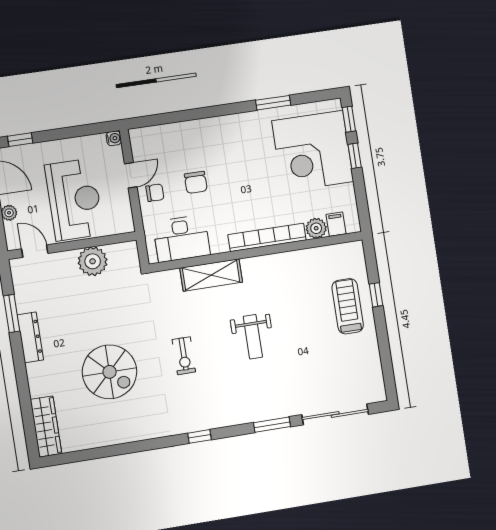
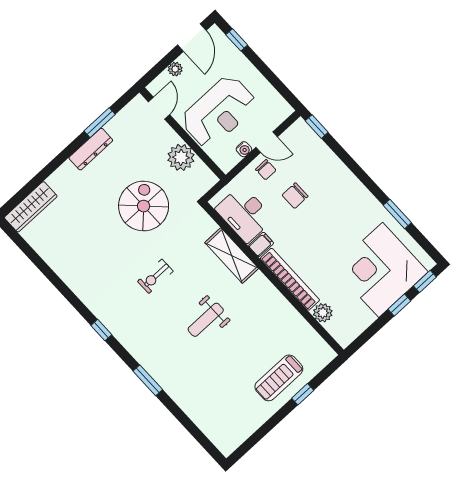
window: (147, 121) -> (317, 127), added
water cooler: (114, 138) -> (244, 149), moved
filing cabinet: (336, 224) -> (261, 244), moved
treadmill: (348, 306) -> (279, 378), turned 180
spiral stairs: (110, 372) -> (144, 206), moved, turned 180
sliding door: (335, 414) -> (188, 424), removed

